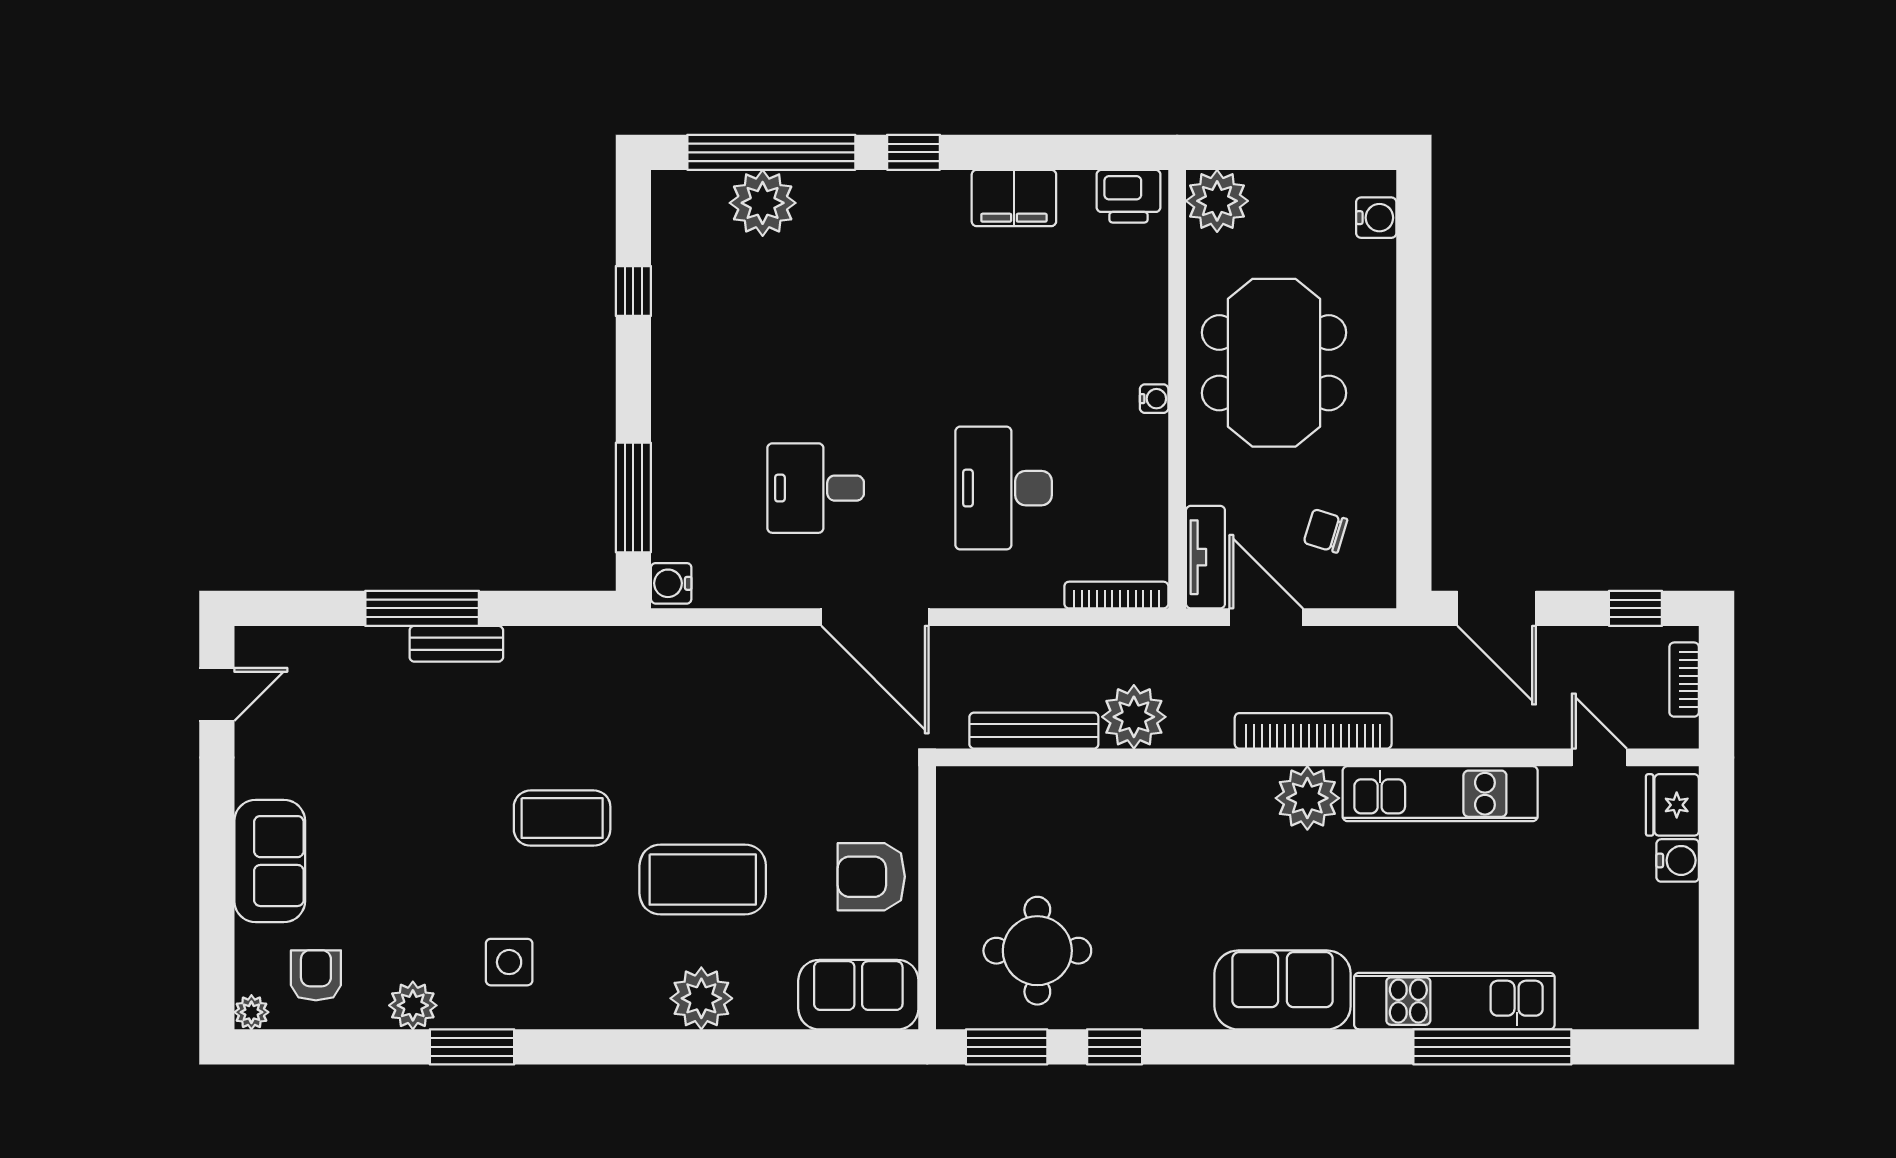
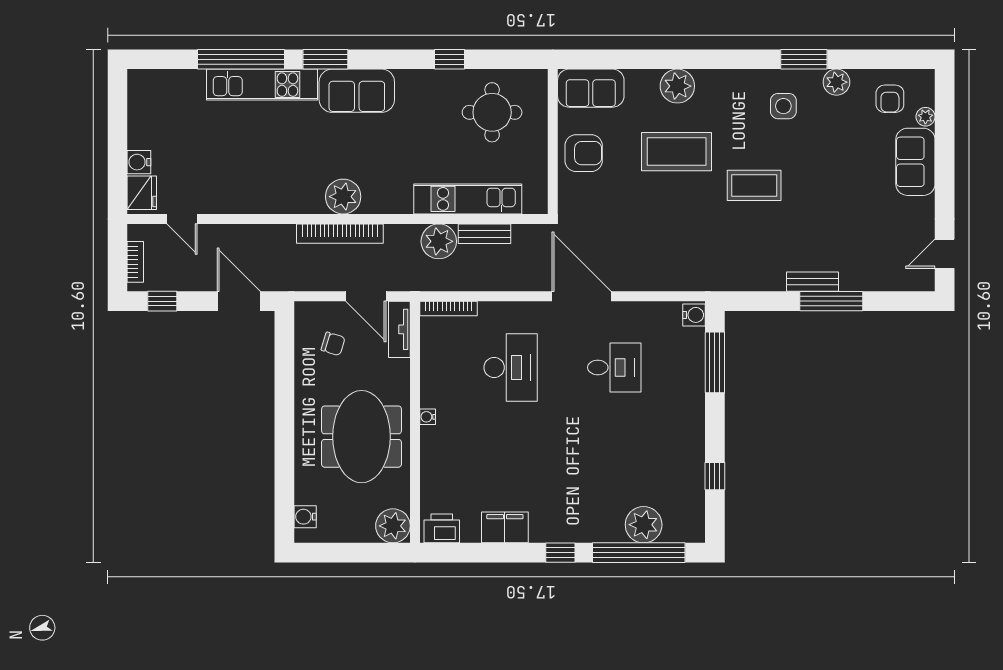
bench: (1034, 731) -> (484, 234), width x0.73
kitchen unit: (1440, 794) -> (468, 199), moved
plant: (251, 1012) -> (925, 117), moved
window: (1007, 1047) -> (325, 59), moved

